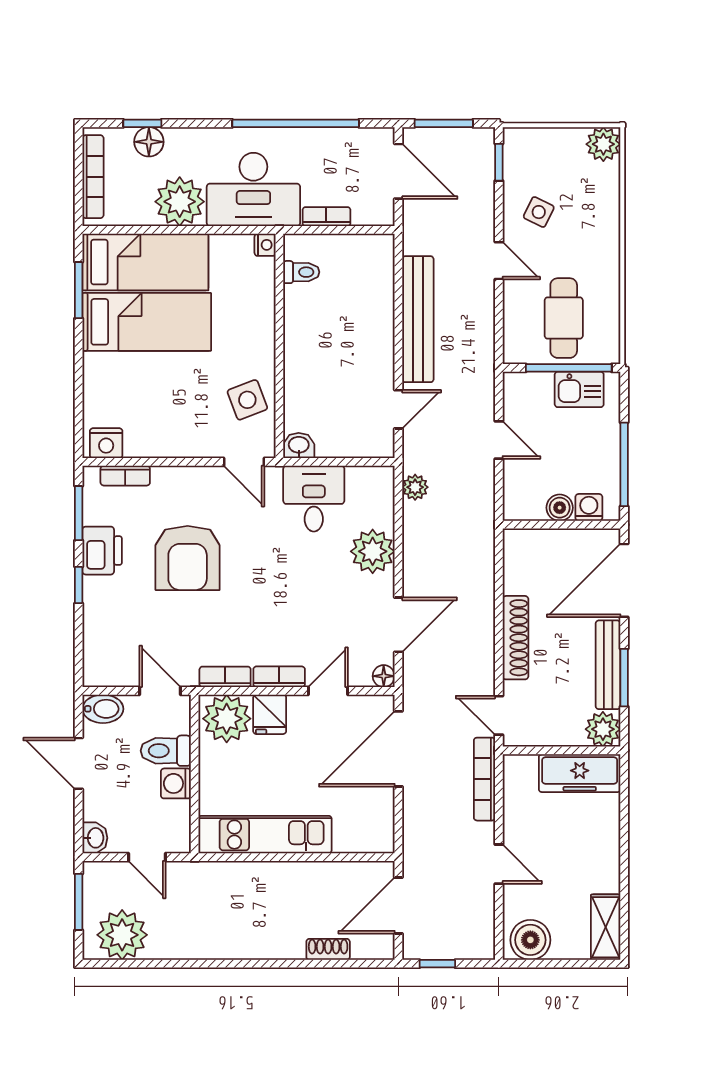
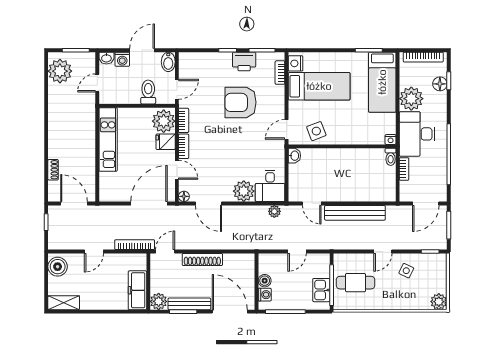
toilet: (301, 272) -> (391, 157), moved
bed: (147, 322) -> (319, 86), moved, turned -90
desk: (314, 499) -> (270, 186), moved, turned 90
door: (398, 749) -> (149, 203), hinge flipped
washing machine: (176, 783) -> (122, 59), moved, turned 180

